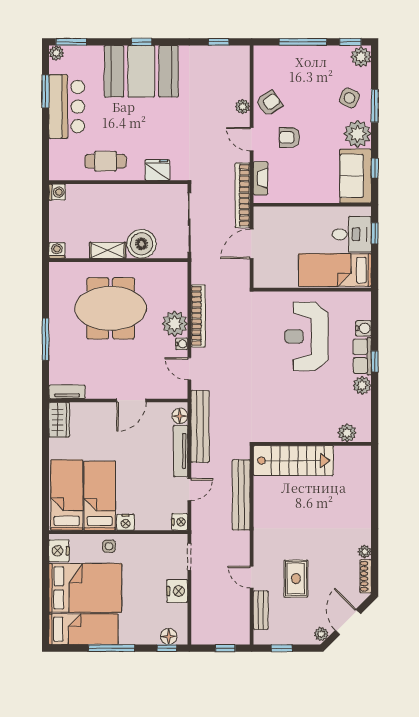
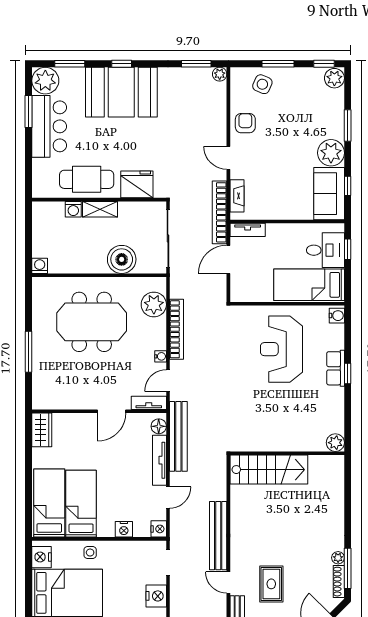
window: (71, 42) -> (70, 64), moved
window: (219, 42) -> (196, 64), width x1.50
window: (303, 42) -> (278, 64), width x0.69
plant: (56, 53) -> (45, 81), width x1.88, depth x1.88
side table: (349, 98) -> (262, 84), moved
armchair: (269, 103) -> (245, 123), turned -56
plant: (243, 107) -> (220, 74), moved
armchair: (289, 137) -> (265, 156), removed
cafe table: (105, 161) -> (87, 179), width x1.37, depth x1.35
fridge: (157, 170) -> (137, 184), width x1.36, depth x1.34
washing machine: (57, 192) -> (73, 209), moved, turned 90
tv unit: (272, 213) -> (248, 230), added
shelving: (108, 250) -> (100, 209), moved
plant: (175, 324) -> (154, 304), moved
water cooler: (363, 328) -> (337, 316), moved
door: (189, 369) -> (168, 381), hinge flipped
plant: (362, 385) -> (335, 397), removed
tv unit: (67, 392) -> (149, 403), moved
plant: (347, 433) -> (335, 443), moved
bench: (241, 495) -> (218, 536), moved
nightstand: (125, 522) -> (124, 529), moved
window: (375, 563) -> (348, 568), added

